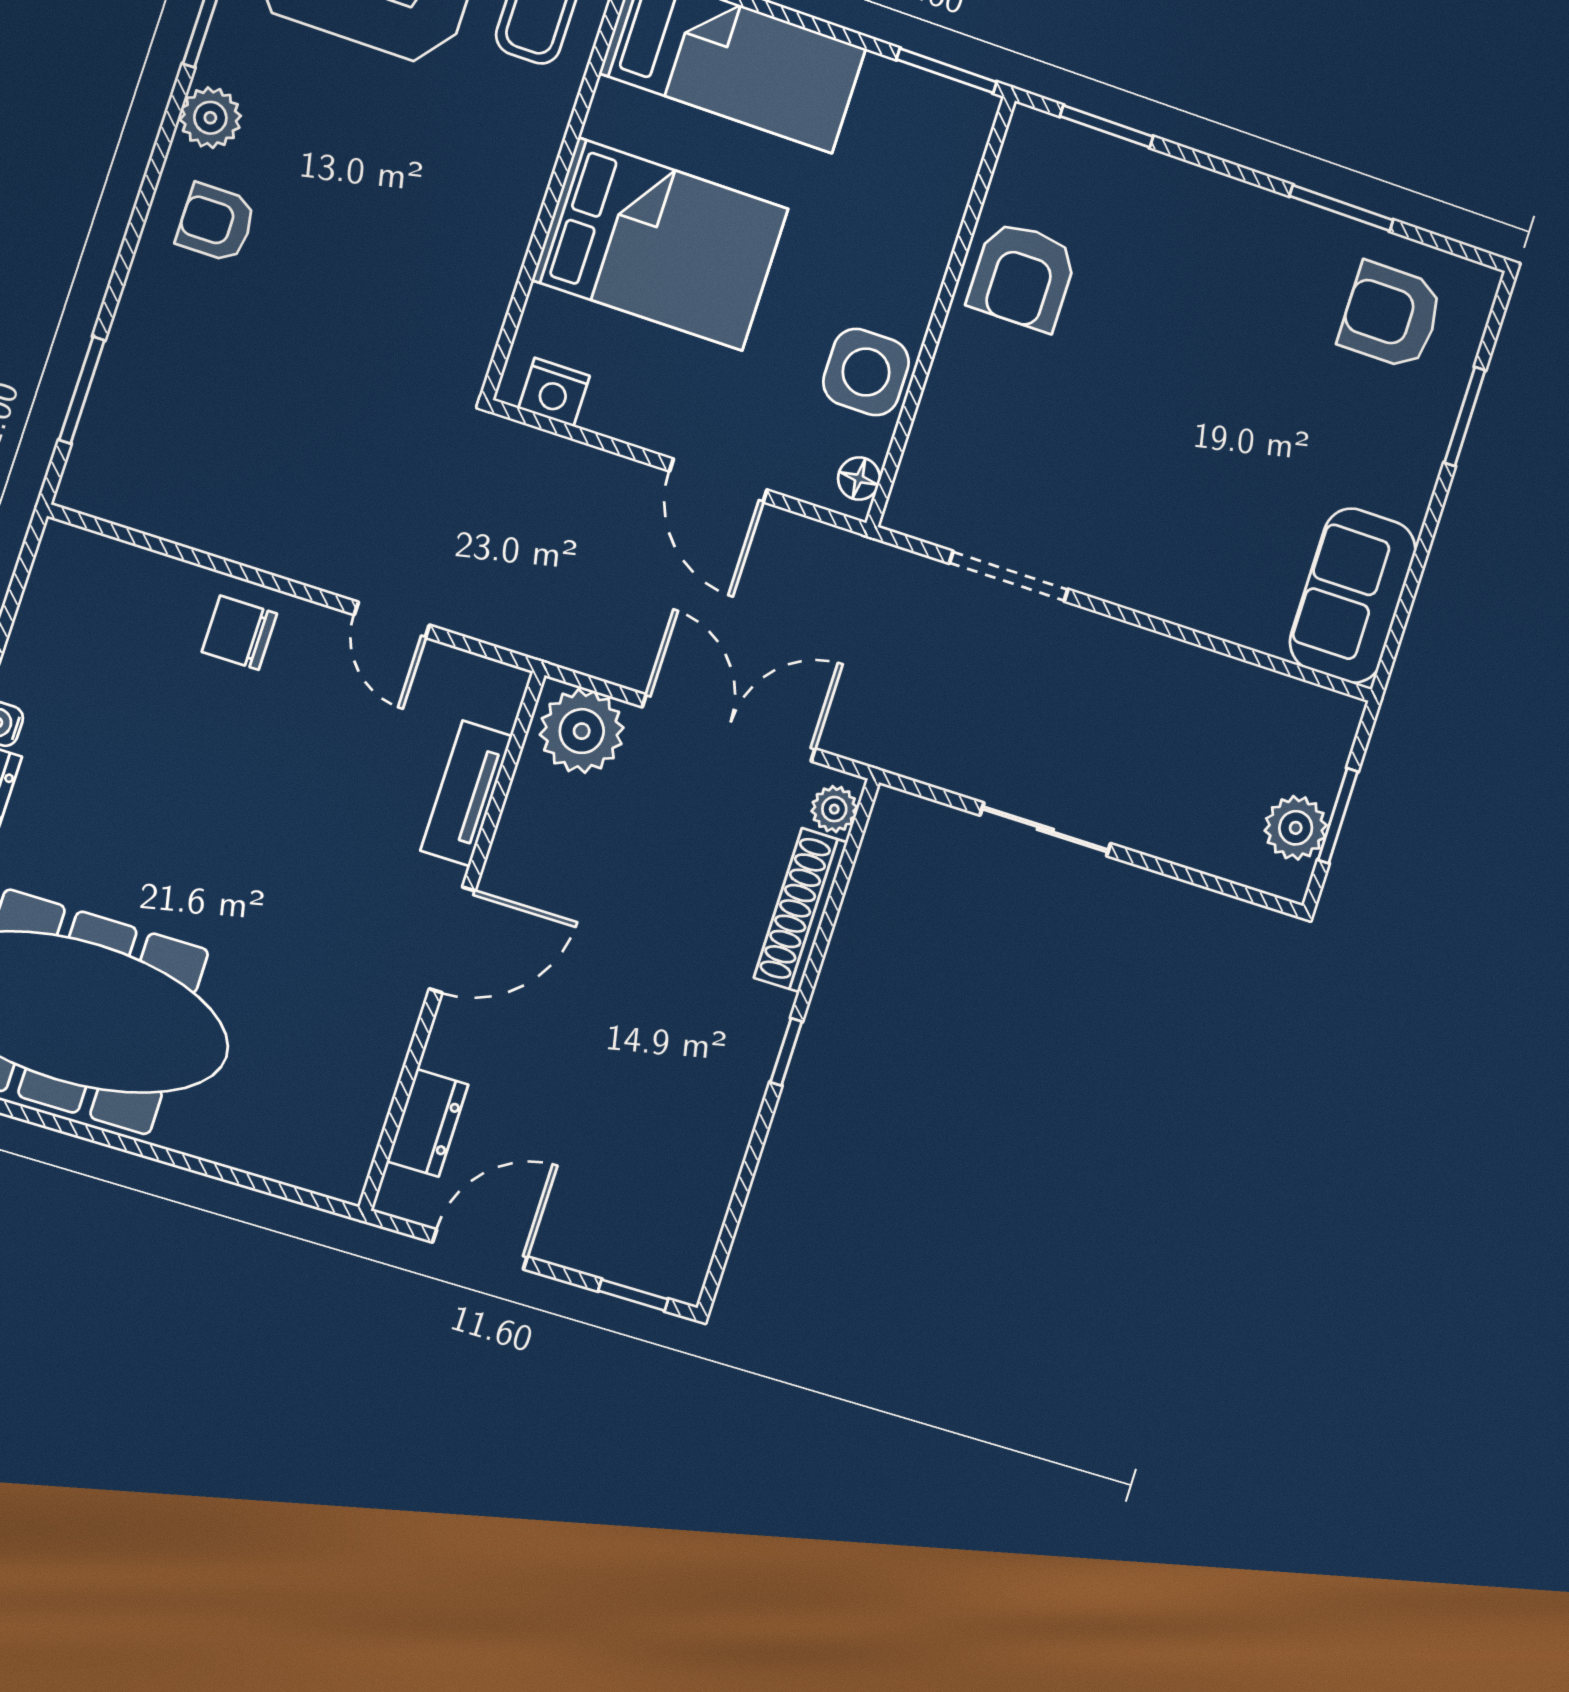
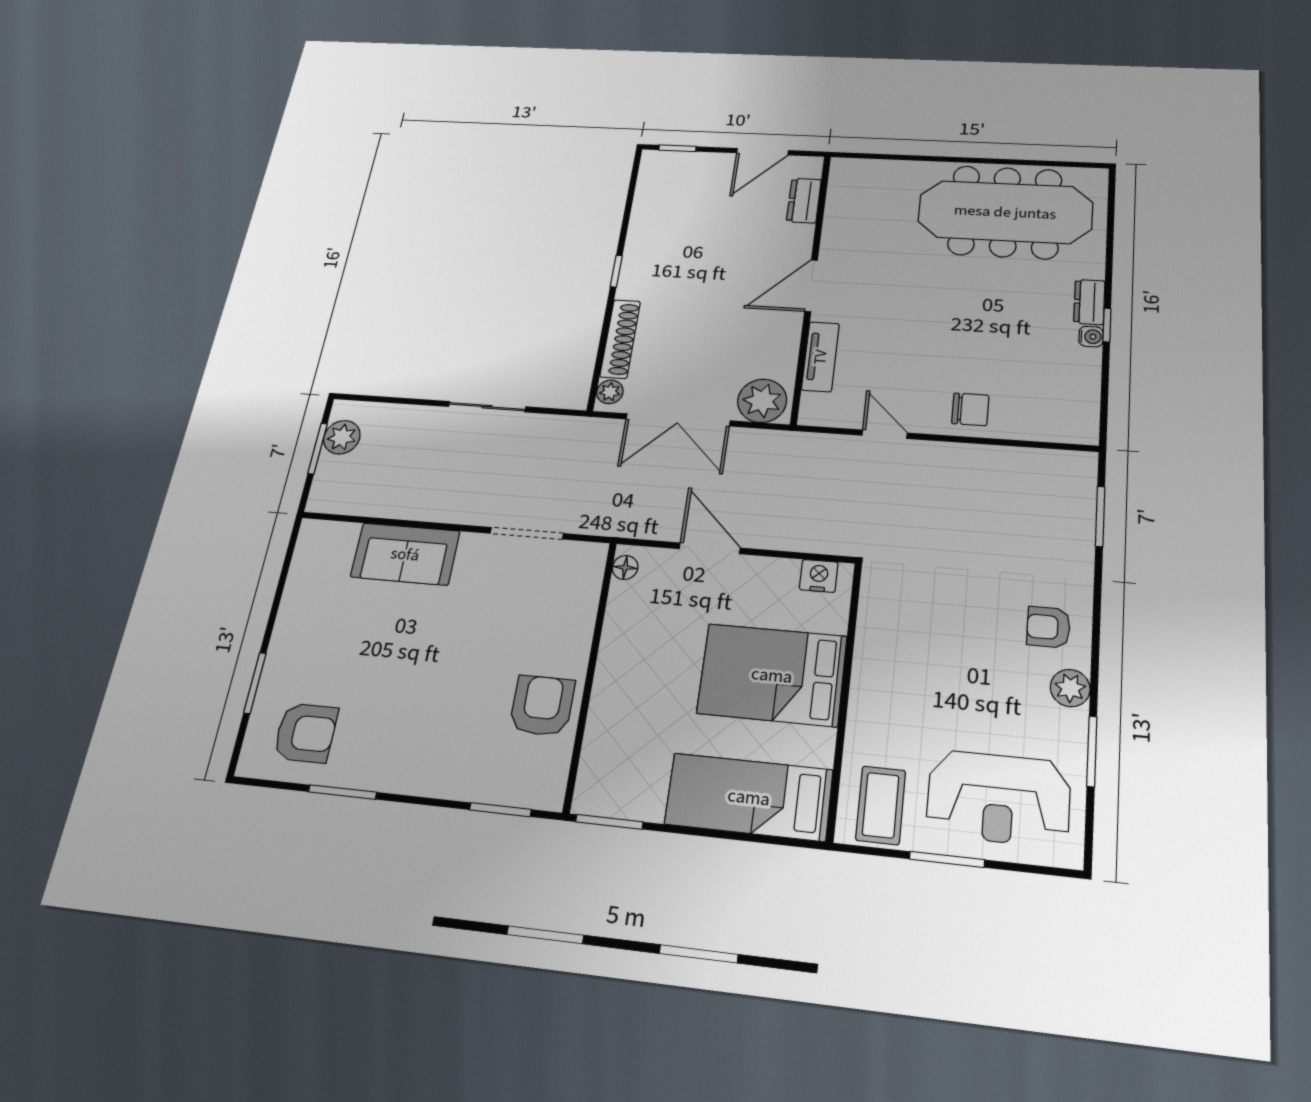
armchair: (216, 223) -> (1048, 627), turned 180
side table: (866, 372) -> (631, 628), removed
sofa: (1353, 596) -> (405, 554), moved, turned 90

